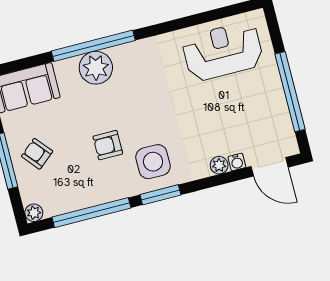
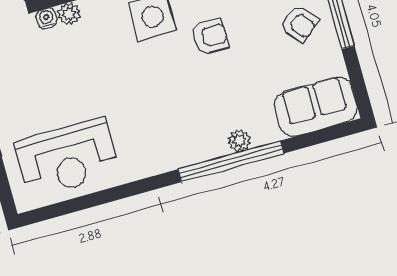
plant: (96, 68) -> (239, 141), width x0.53, depth x0.53

